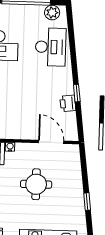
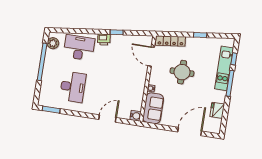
printer: (68, 103) -> (104, 39), moved
door: (51, 142) -> (151, 57), hinge flipped
locker: (74, 164) -> (170, 41), added

